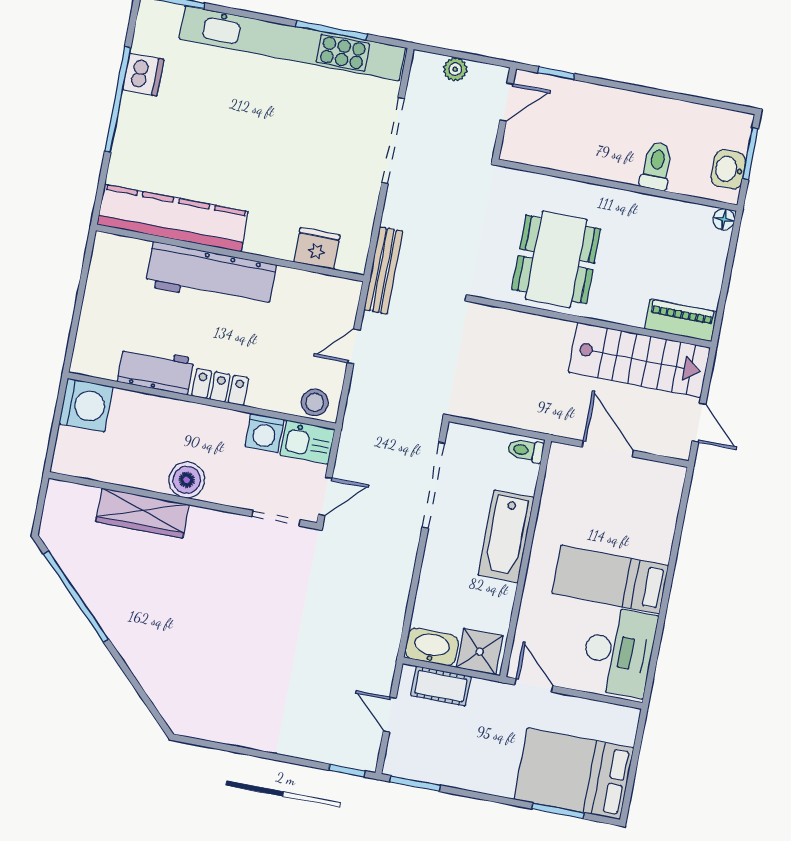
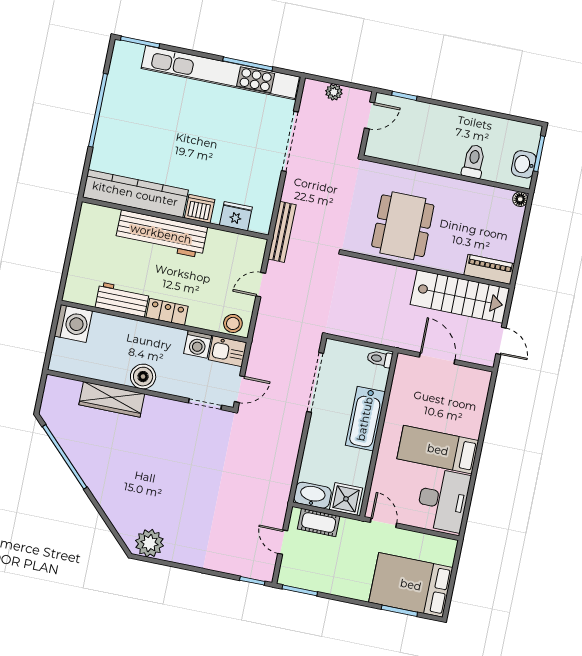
dishwasher: (143, 75) -> (200, 209), moved, turned -90
plant: (199, 718) -> (149, 543), added

